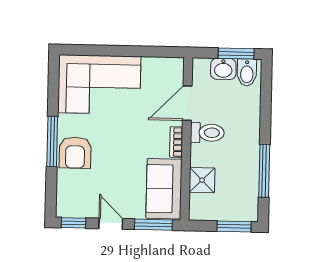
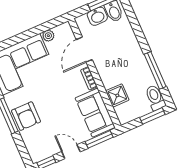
plant: (150, 65) -> (48, 36), added
toilet: (207, 133) -> (155, 98), moved, turned -90

